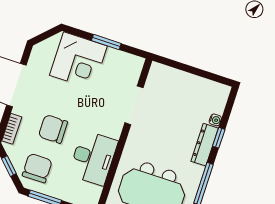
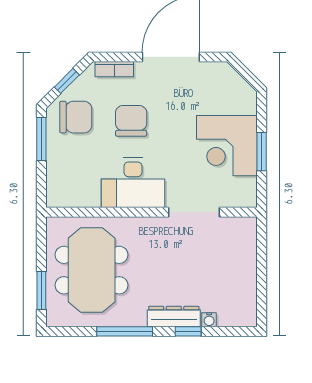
corner desk: (78, 61) -> (227, 146), moved
desk: (93, 158) -> (133, 183), moved

